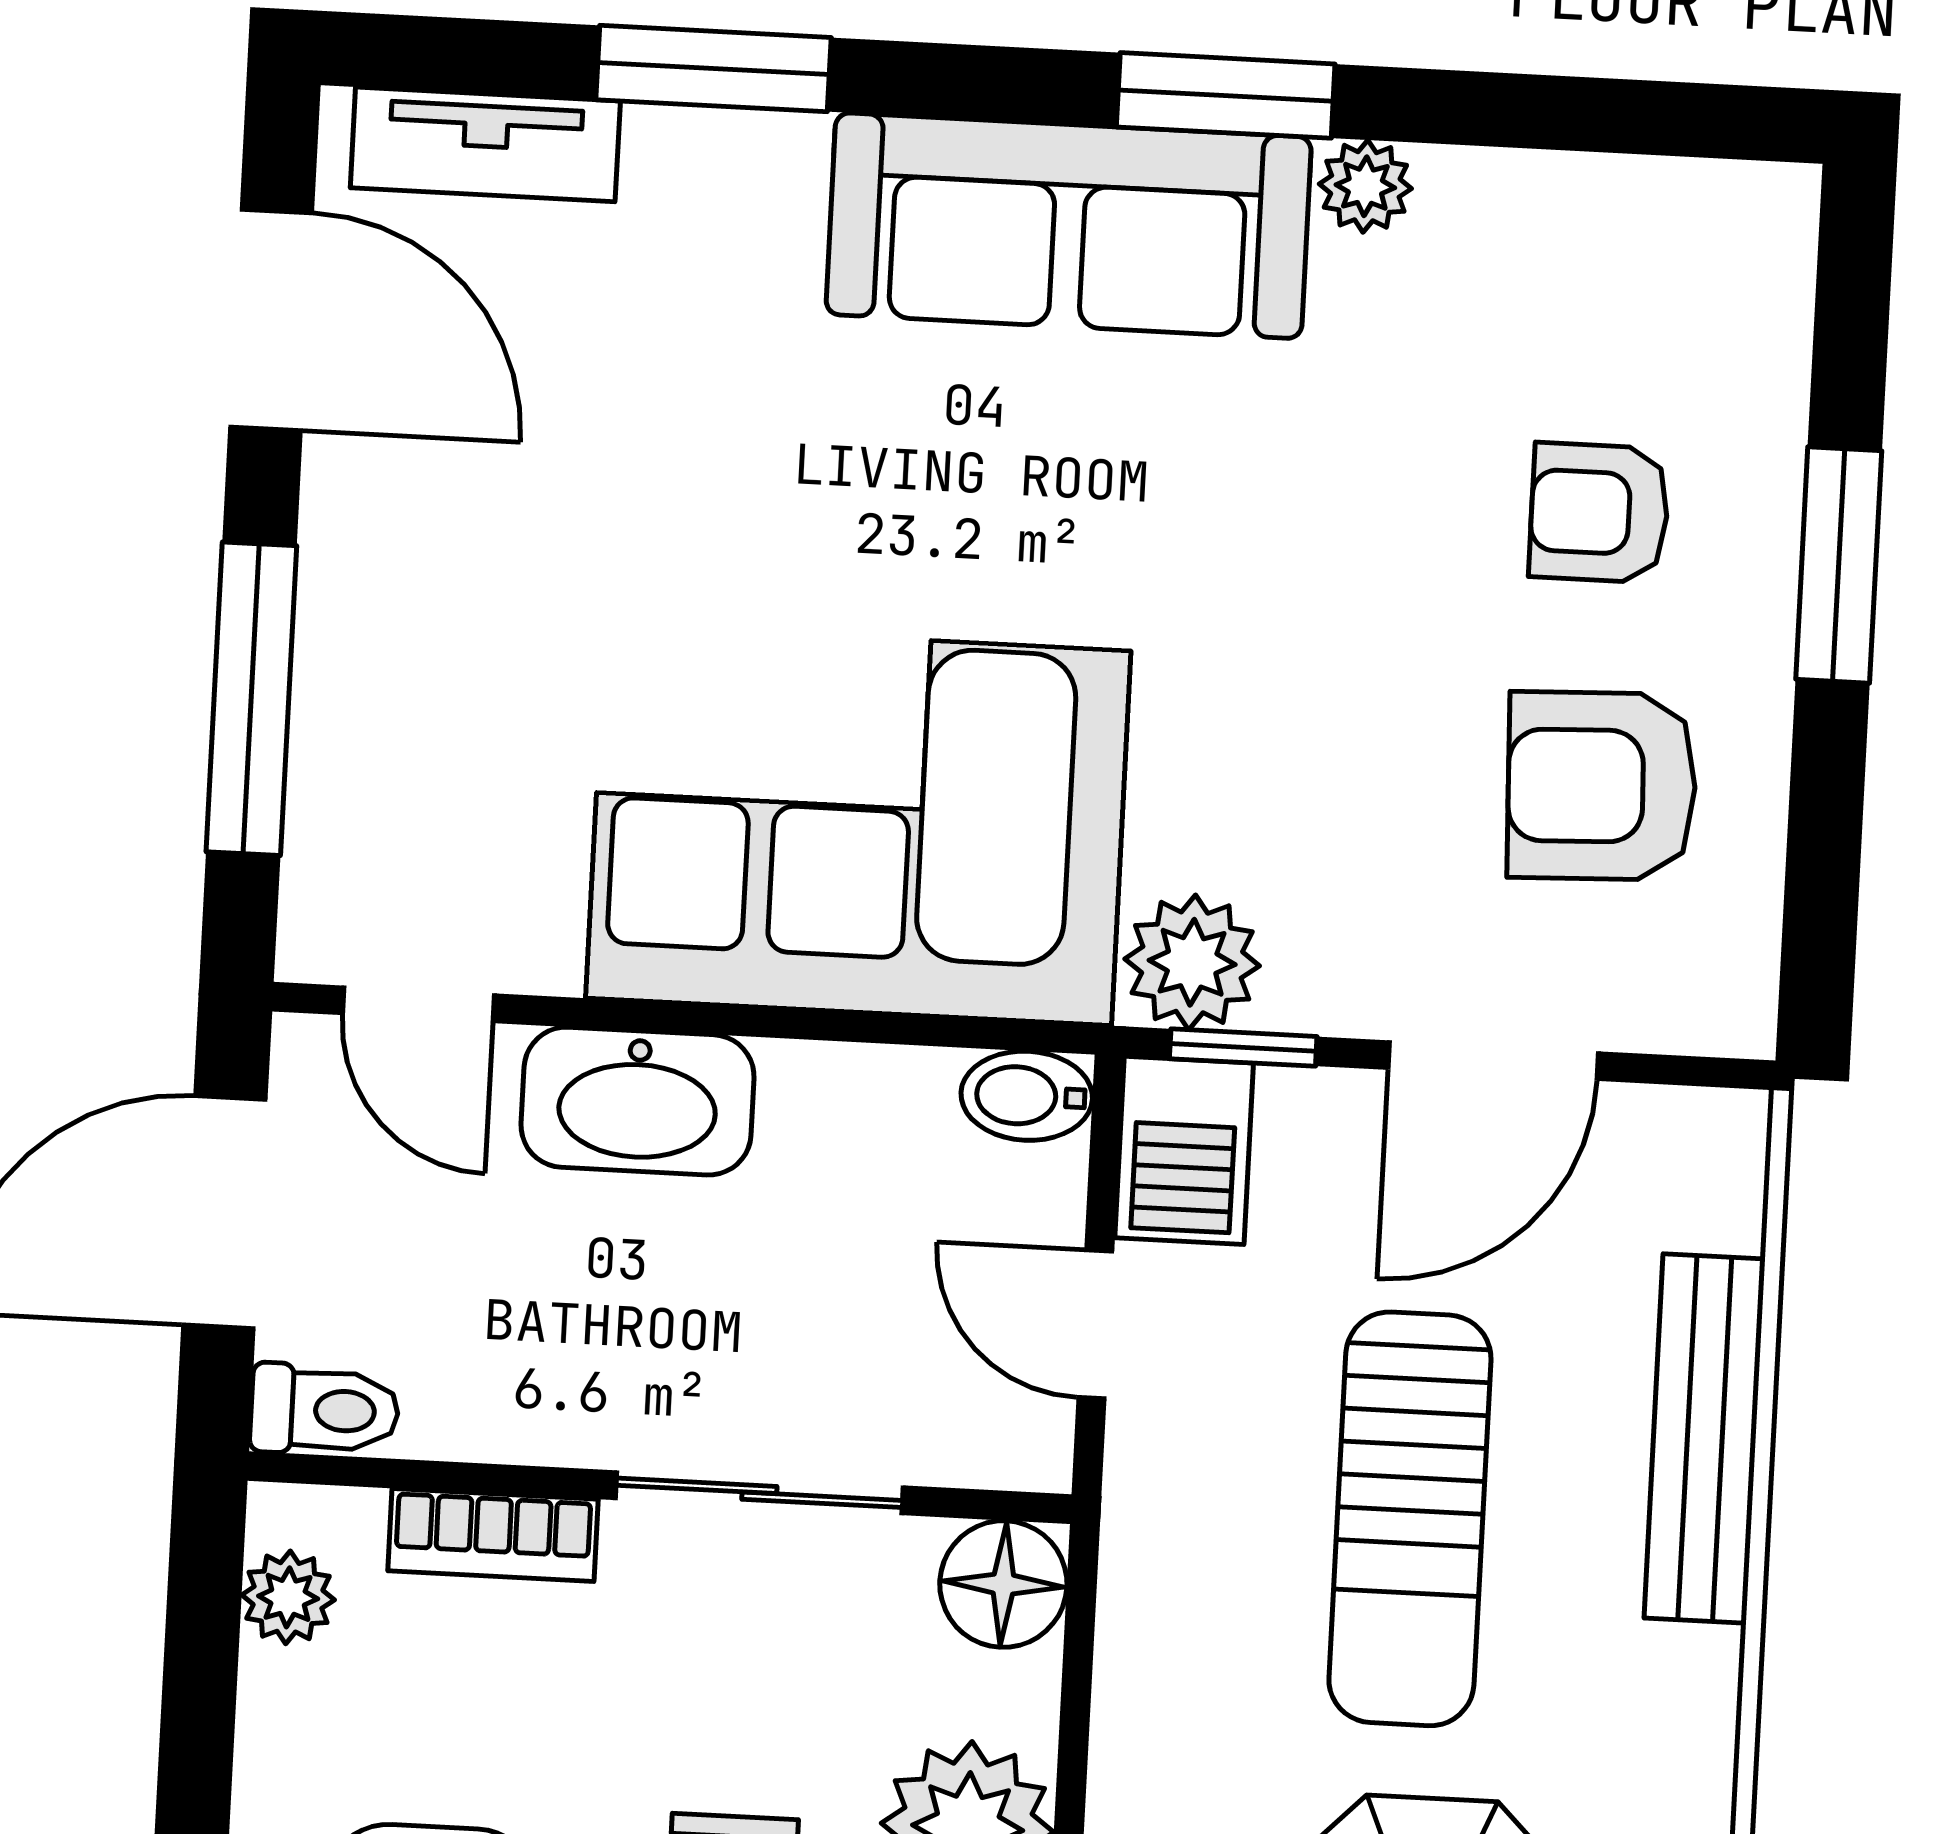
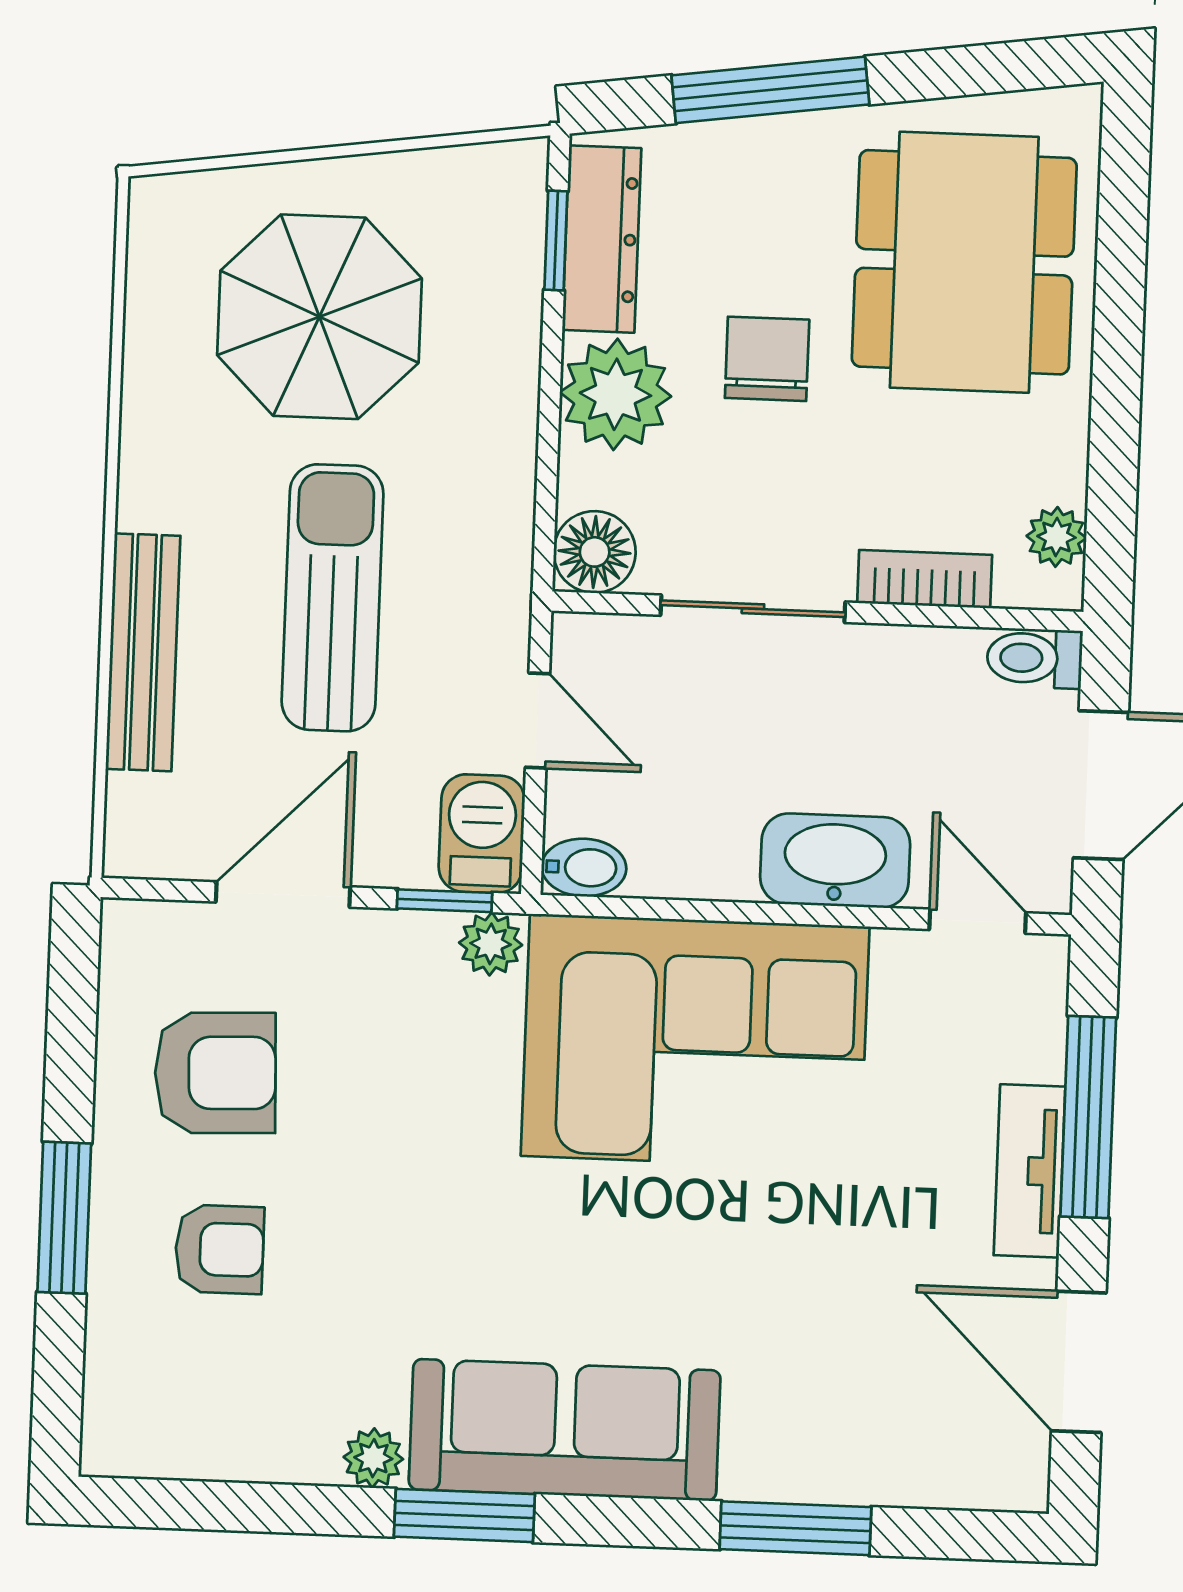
tv unit: (485, 144) -> (1030, 1171), moved, turned -90
plant: (1192, 962) -> (491, 944), width x0.73, depth x0.73

